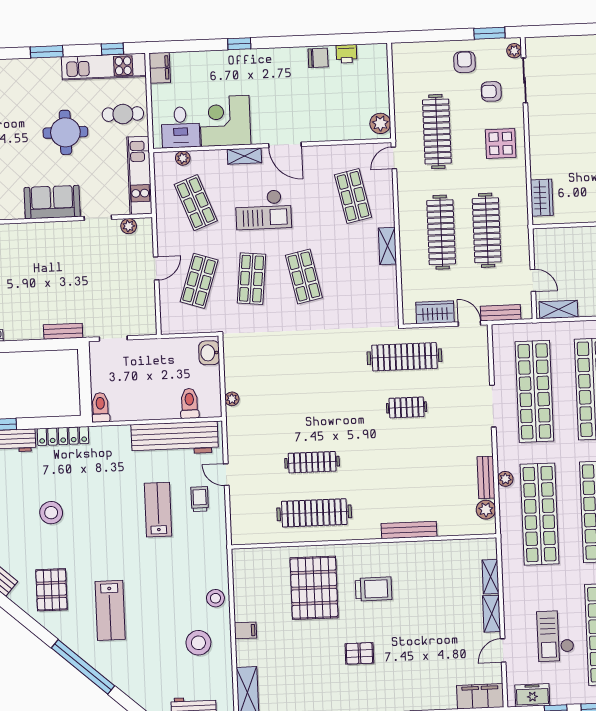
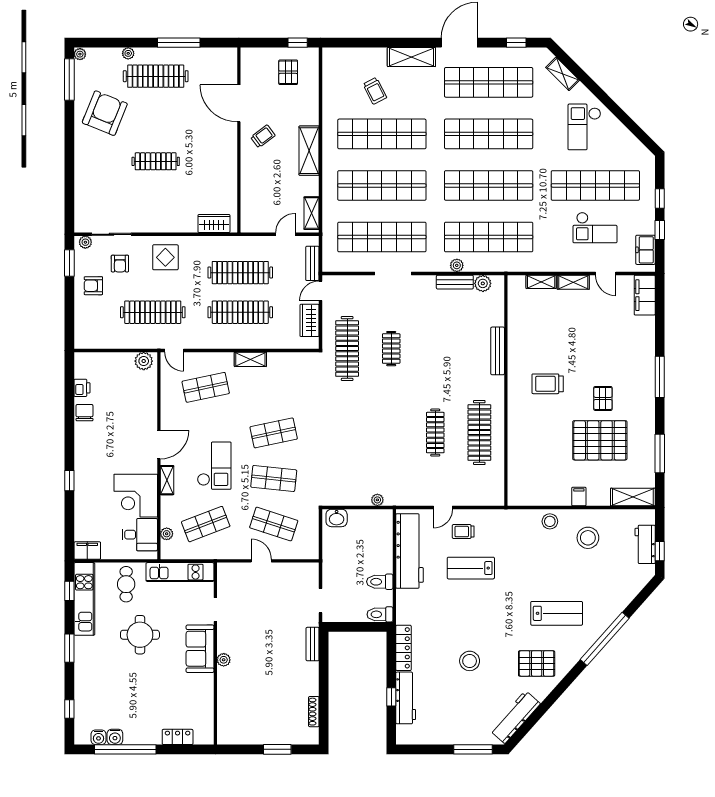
plant: (129, 226) -> (224, 660), moved
toilet: (189, 403) -> (380, 582), moved
pallet: (314, 588) -> (600, 440), moved
trolley: (374, 589) -> (548, 384), turned -90

